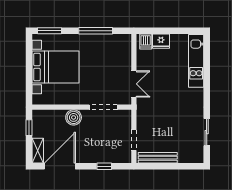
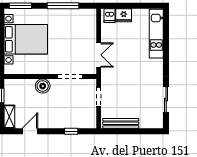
doorway: (134, 140) -> (99, 97), moved
door: (60, 166) -> (30, 131), width x0.53

